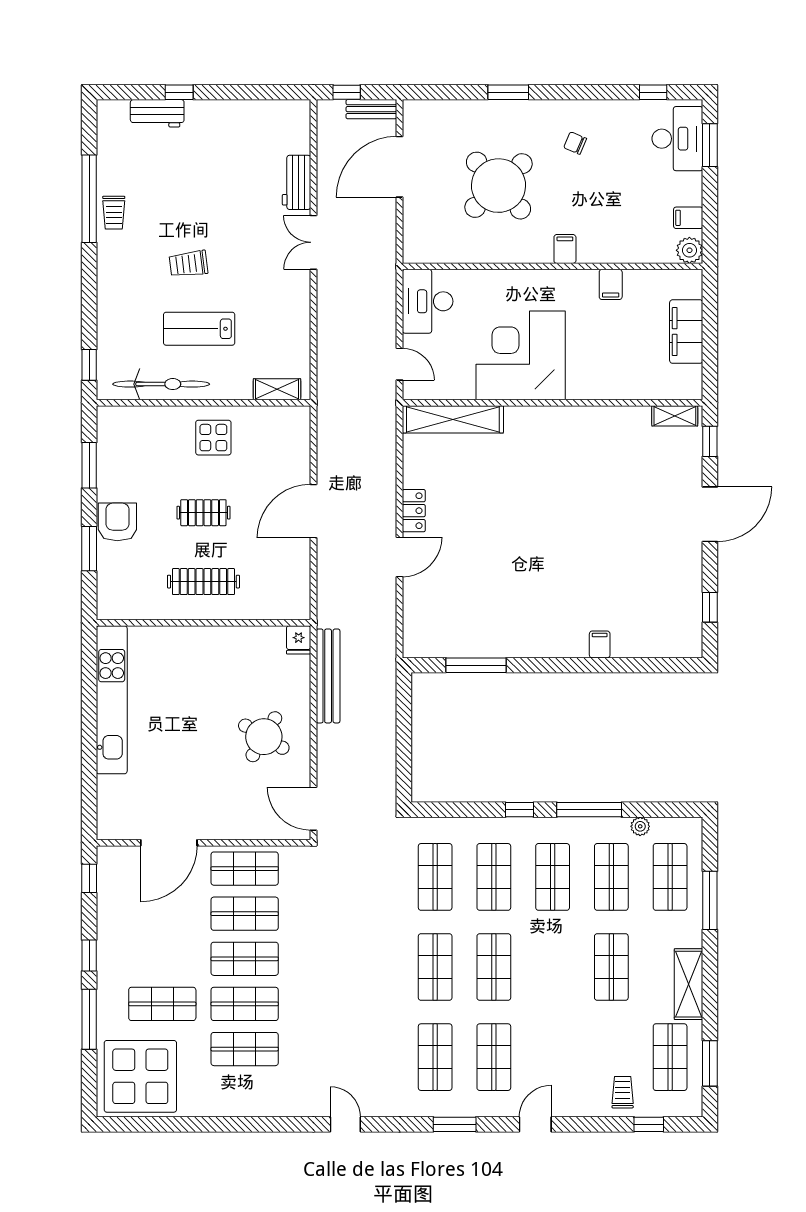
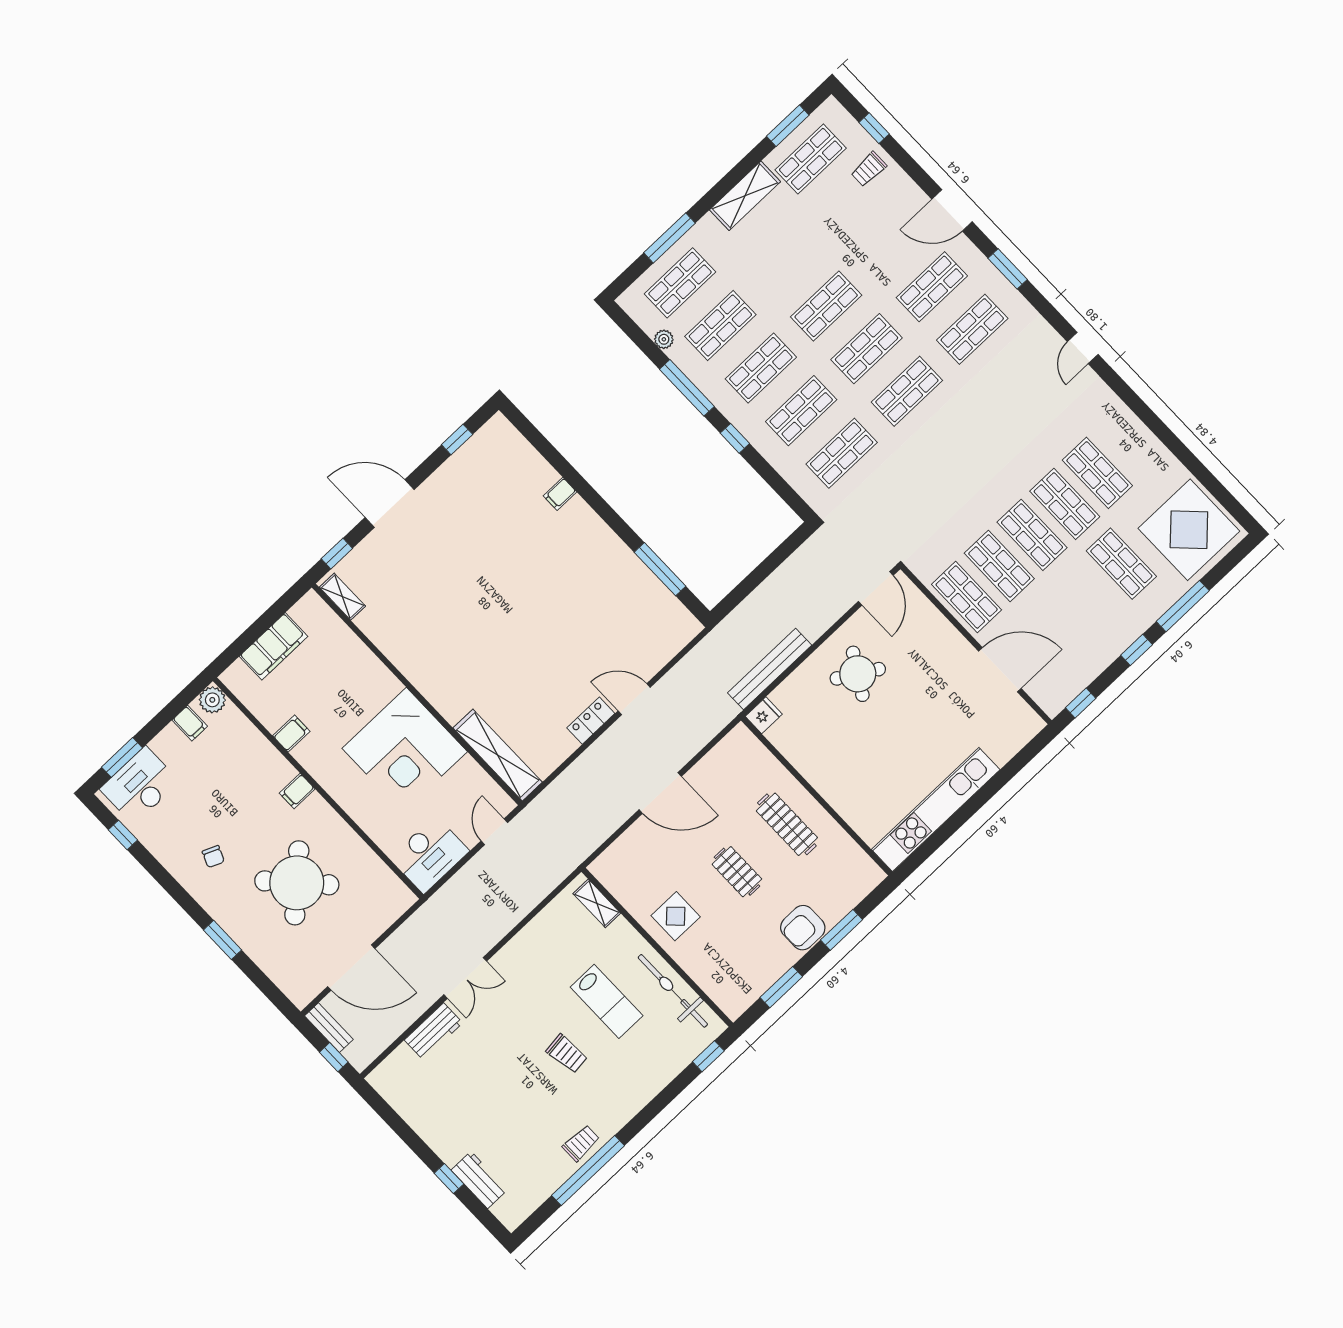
shop shelf: (611, 967) -> (826, 306), moved
door: (535, 1124) -> (952, 210), width x1.38

